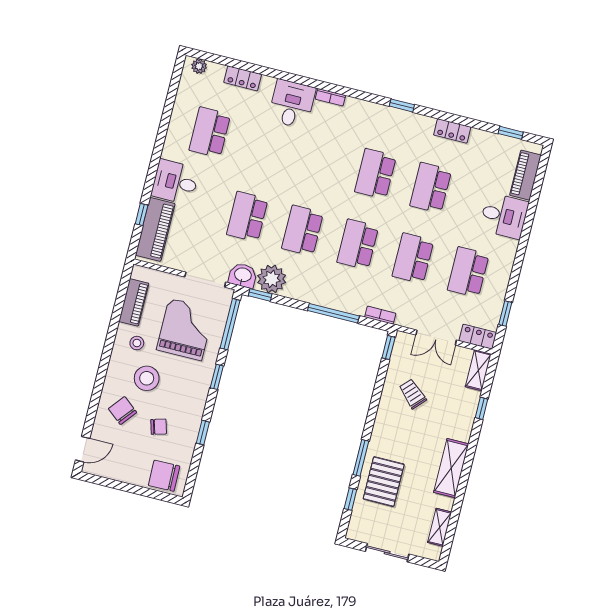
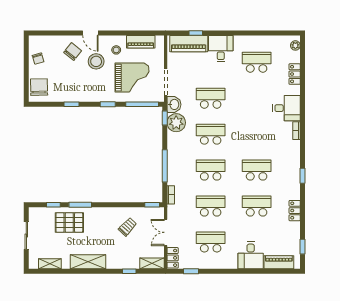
chair: (159, 427) -> (38, 59), moved
door: (83, 449) -> (90, 33), moved

